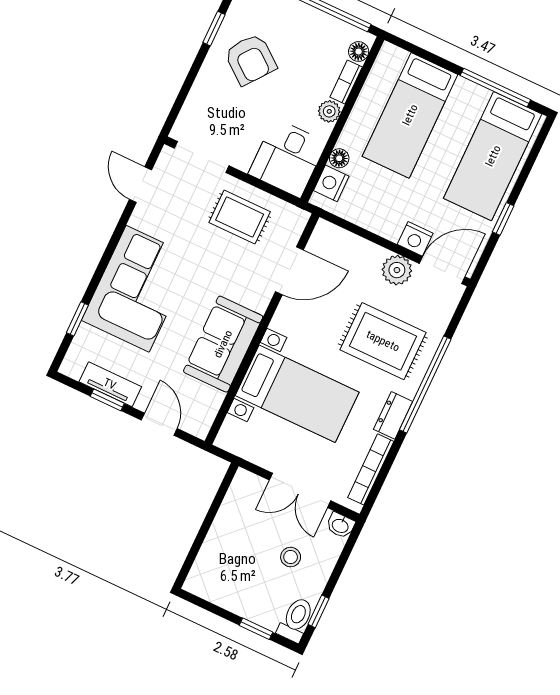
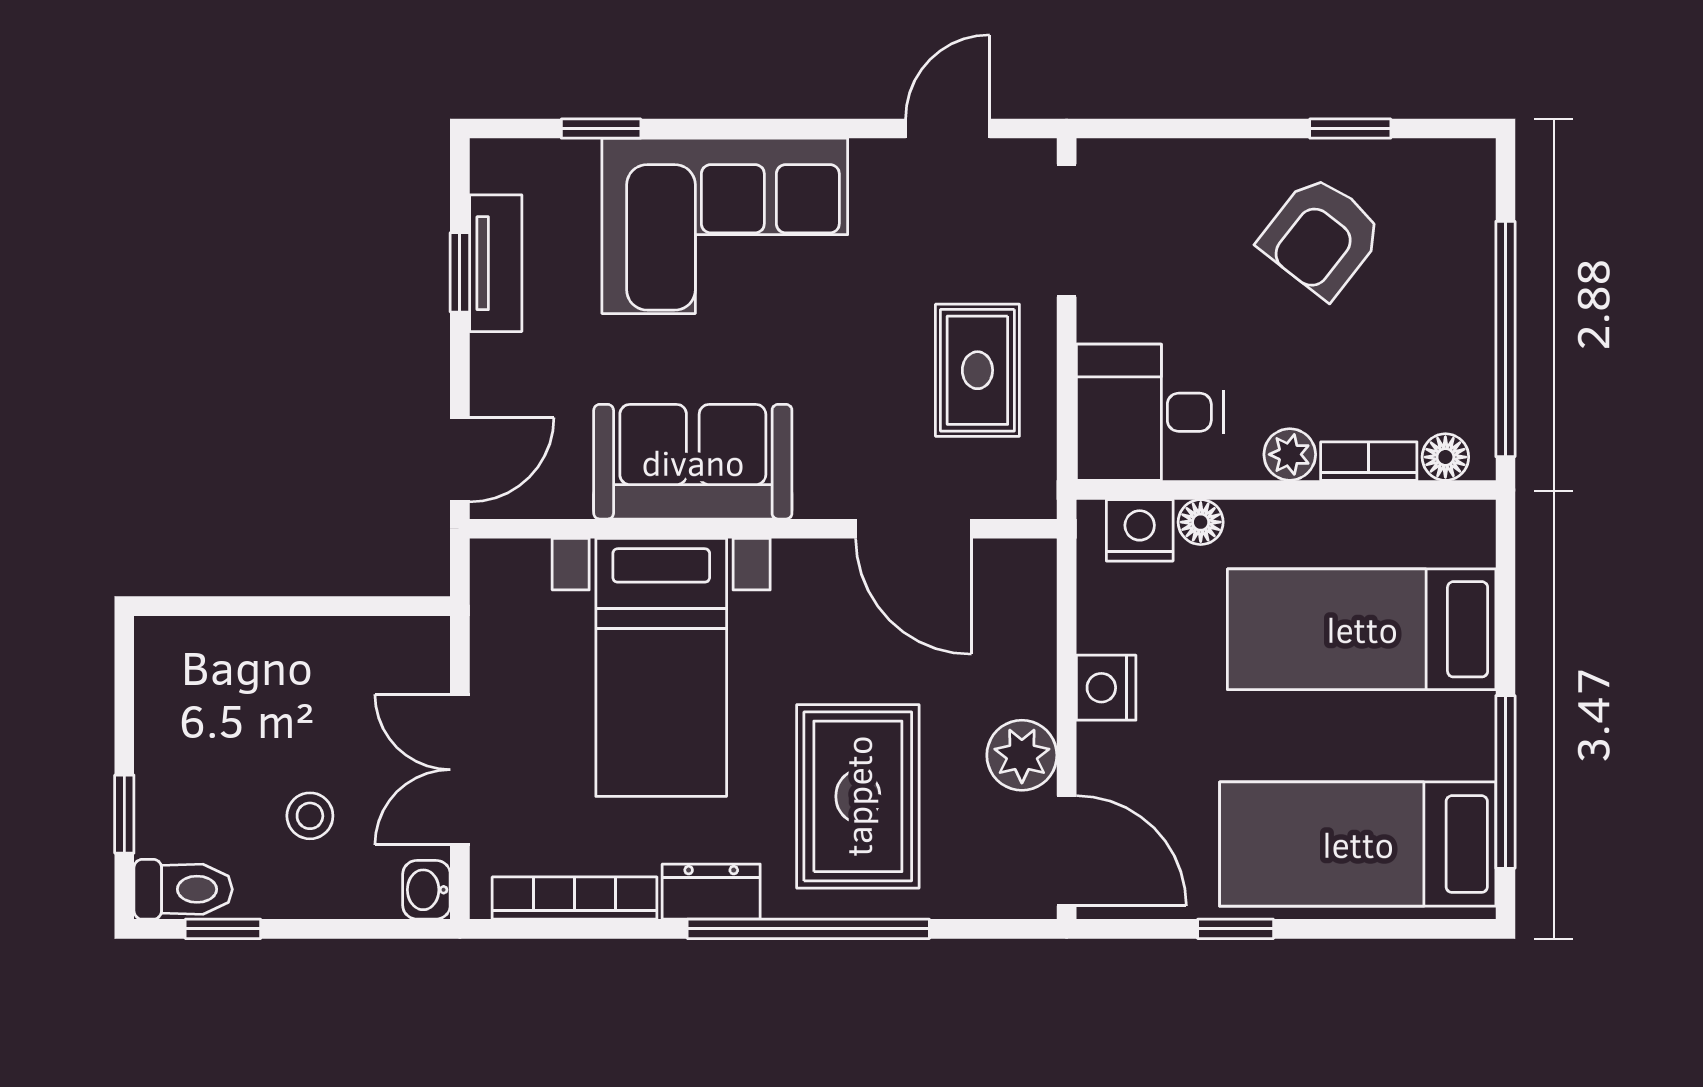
nightstand: (415, 239) -> (1106, 688), moved
door: (159, 424) -> (460, 460), moved

